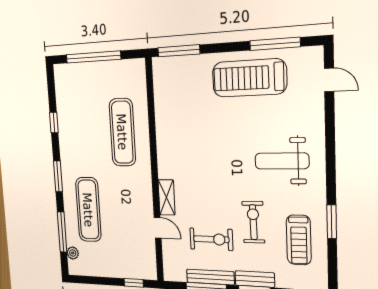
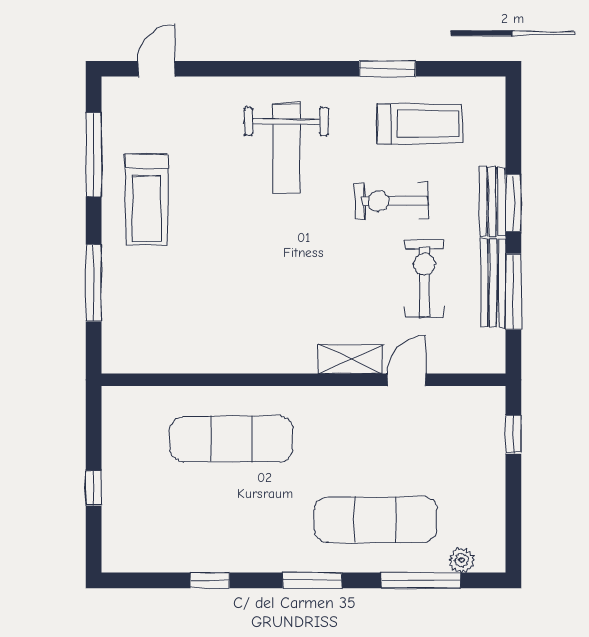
window: (179, 51) -> (94, 283), moved
window: (93, 57) -> (94, 488), width x0.32
treadmill: (249, 78) -> (147, 199), width x0.73, depth x0.73

